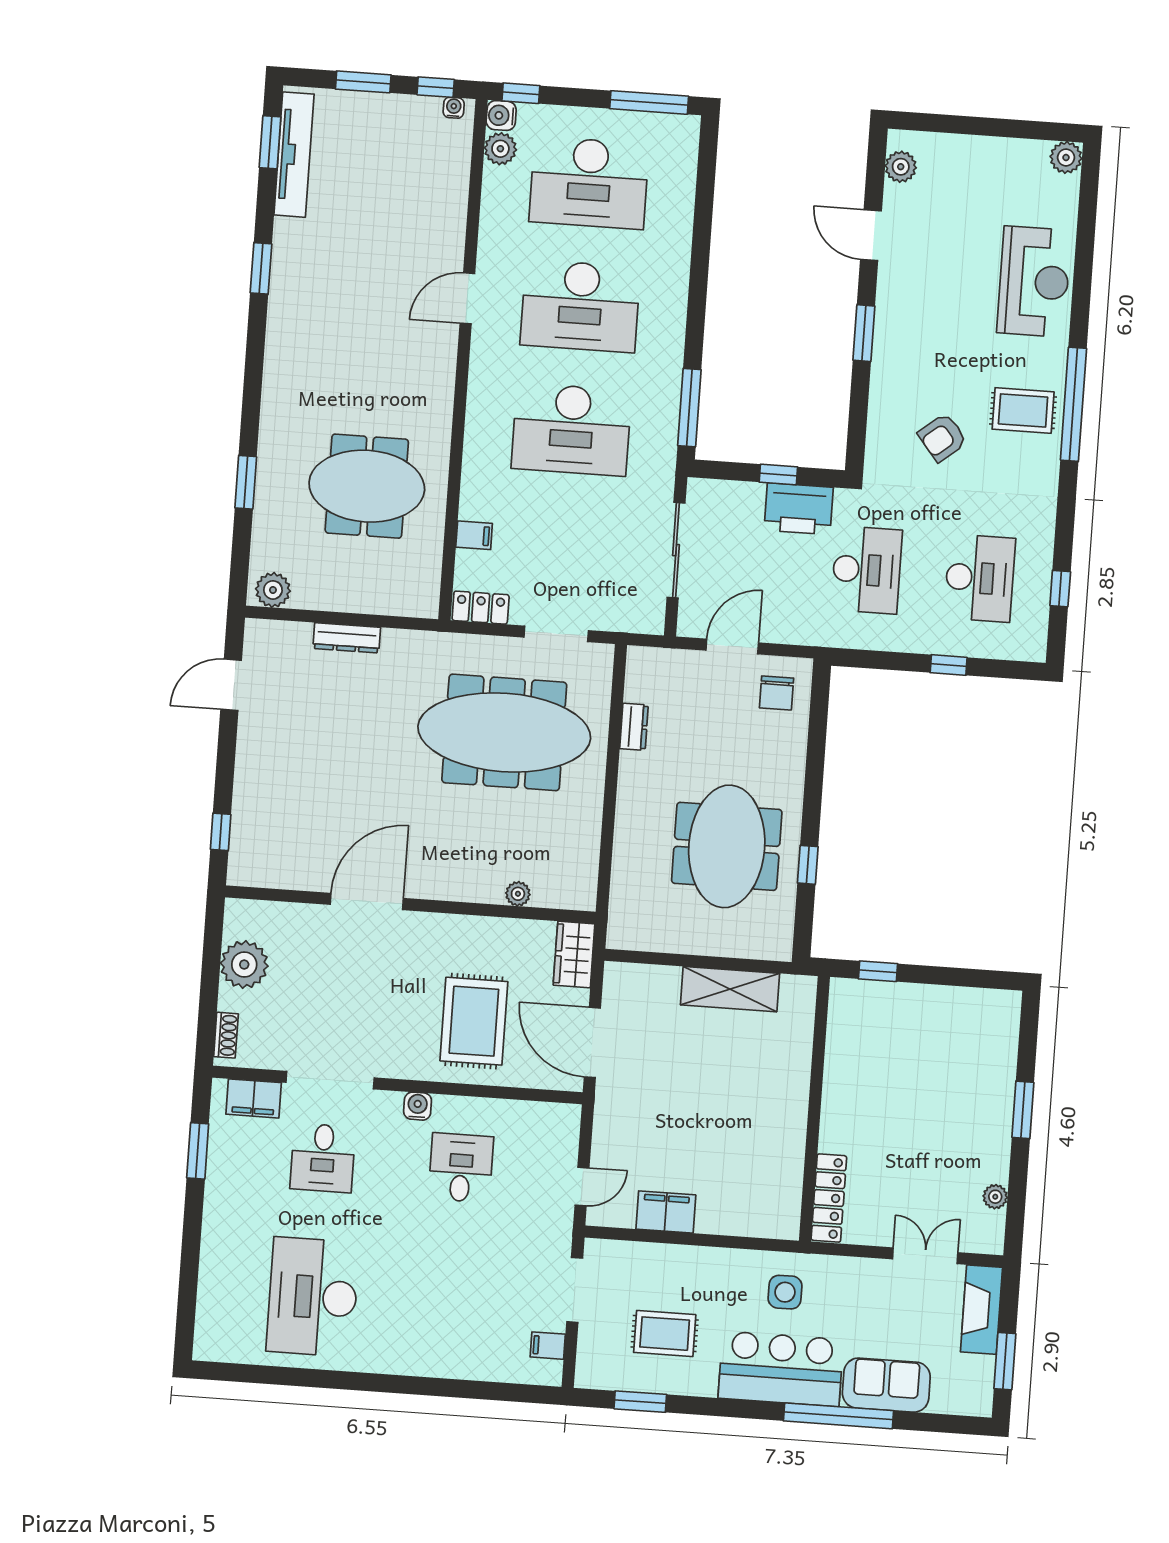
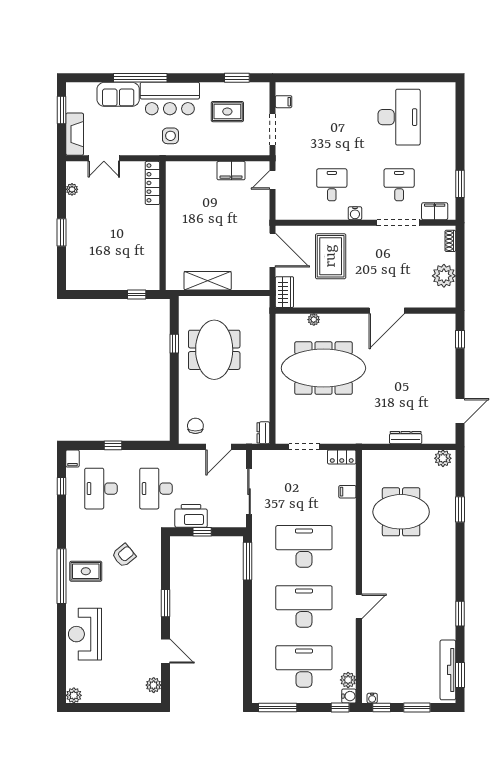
filing cabinet: (1034, 644) -> (73, 458), added
dresser: (634, 727) -> (263, 433), moved
meeting table: (504, 732) -> (323, 368), moved
desk: (461, 1168) -> (332, 185), turned 180

